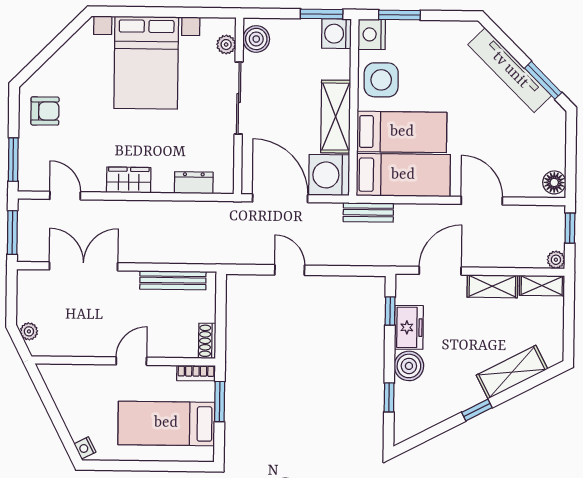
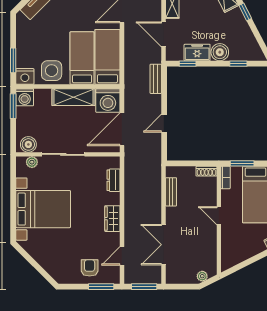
armchair: (45, 111) -> (90, 268), moved
bench: (368, 212) -> (156, 79), moved
bench: (173, 280) -> (171, 192), width x0.73

